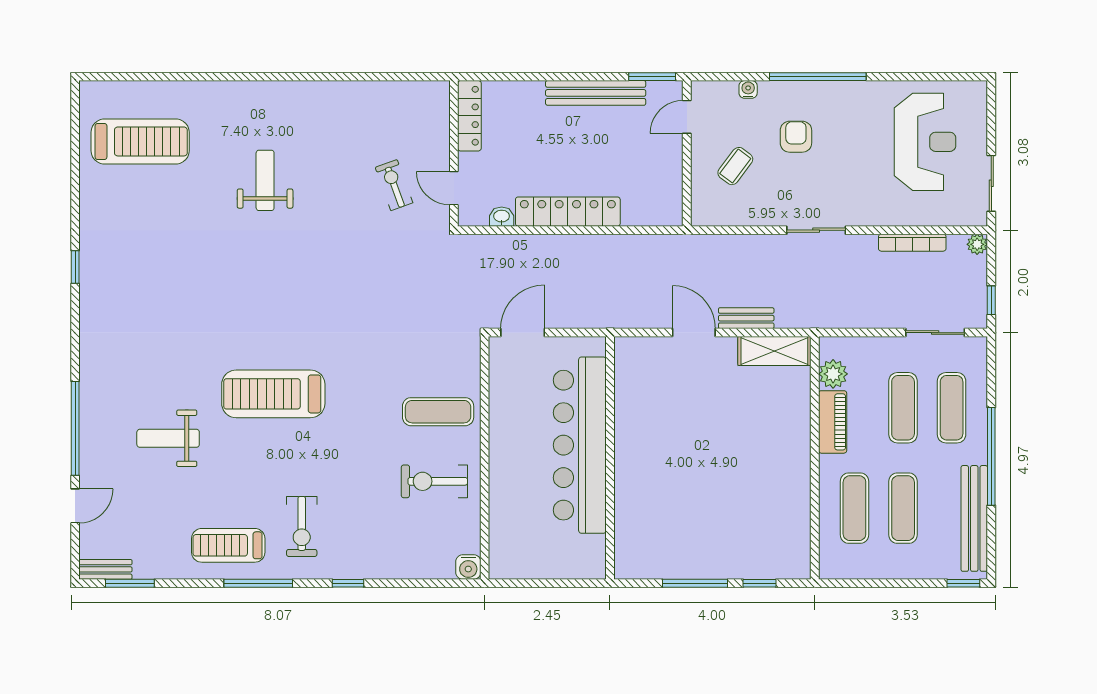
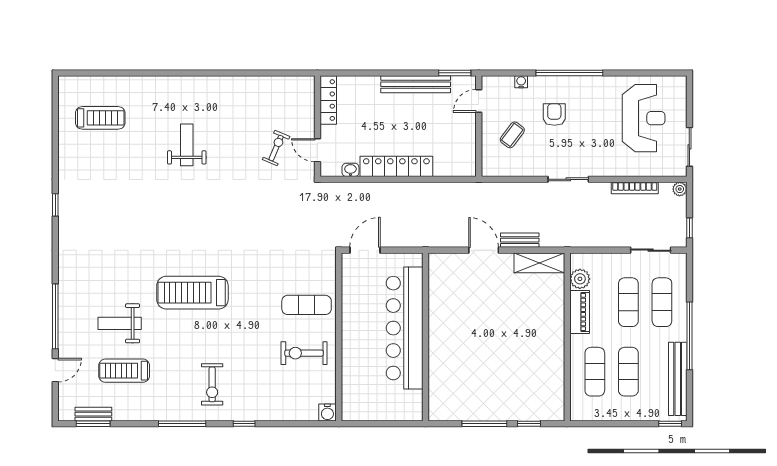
treadmill: (140, 141) -> (100, 118), width x0.73, depth x0.73
exercise bike: (394, 185) -> (276, 148), turned 43
treadmill: (228, 545) -> (124, 371), moved
bench: (105, 569) -> (93, 414), moved

